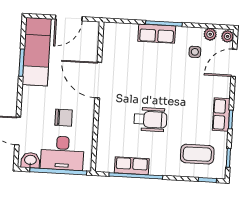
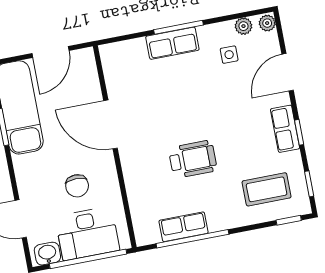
door: (234, 63) -> (288, 72), moved
chair: (64, 118) -> (77, 186), turned 90

